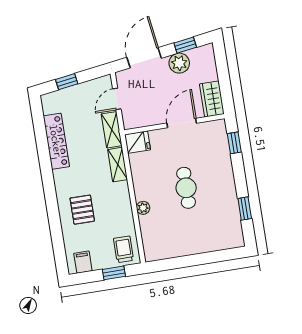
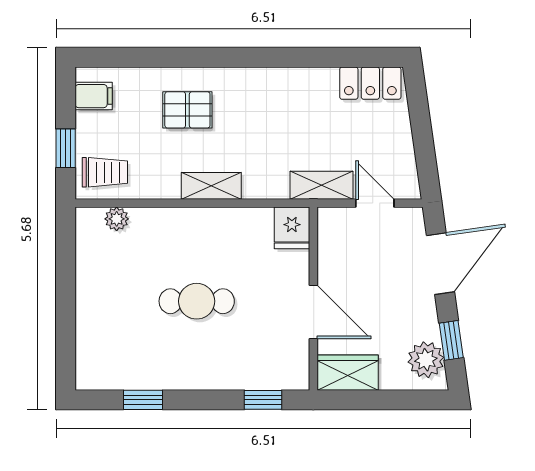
door: (144, 58) -> (440, 264), hinge flipped
plant: (179, 63) -> (426, 360), moved
window: (67, 82) -> (420, 119), removed
locker: (56, 141) -> (370, 83), moved, width x0.66
shelving: (118, 165) -> (211, 186), moved
plant: (143, 208) -> (117, 219), moved

